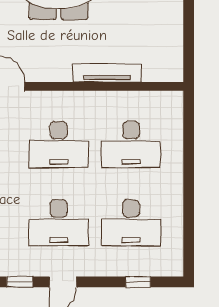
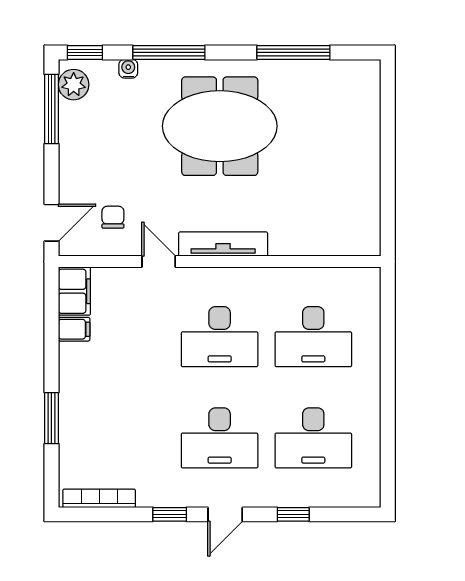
tv unit: (107, 73) -> (223, 244), moved
window: (138, 282) -> (293, 514), moved

